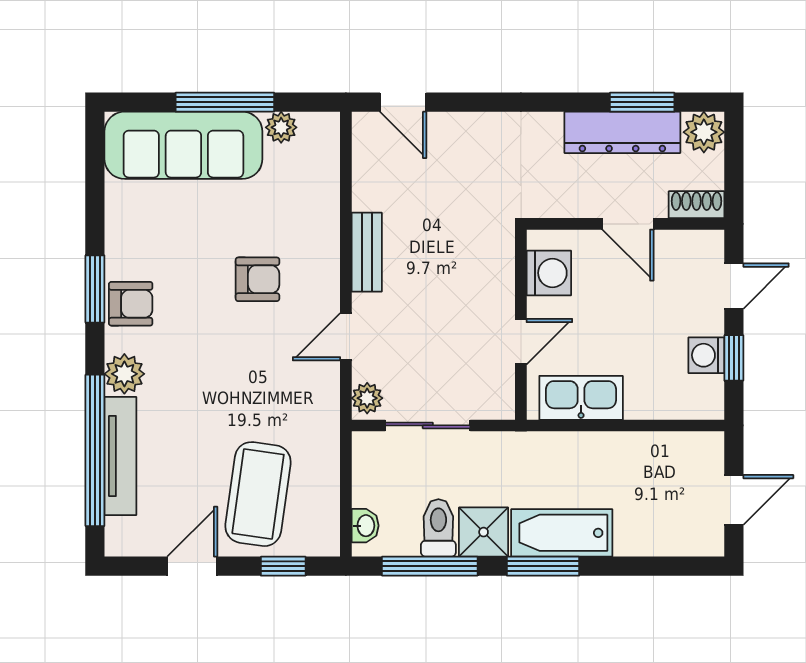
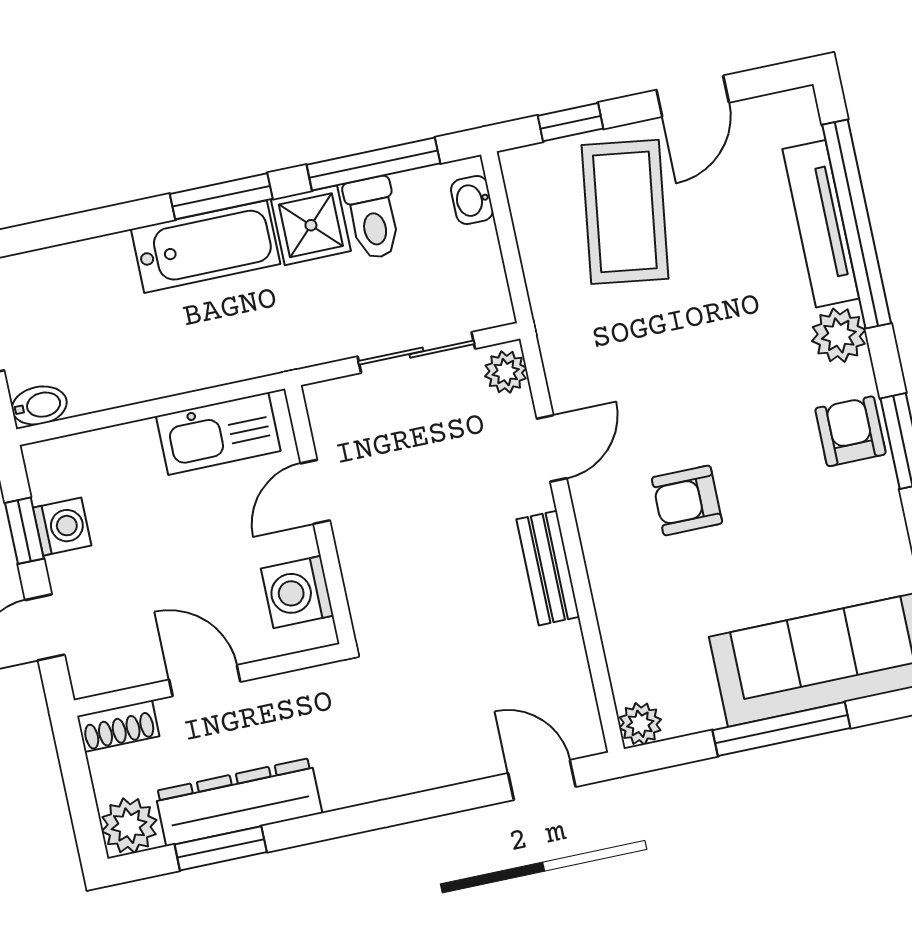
plant: (281, 127) -> (640, 724), moved
armchair: (131, 304) -> (850, 431), turned 90
bidet: (704, 445) -> (39, 406), added

